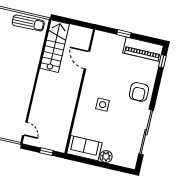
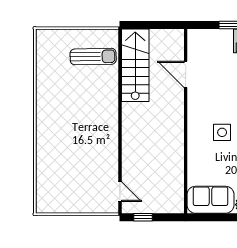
sun lounger: (28, 23) -> (93, 57), moved
window: (46, 152) -> (143, 217), moved

